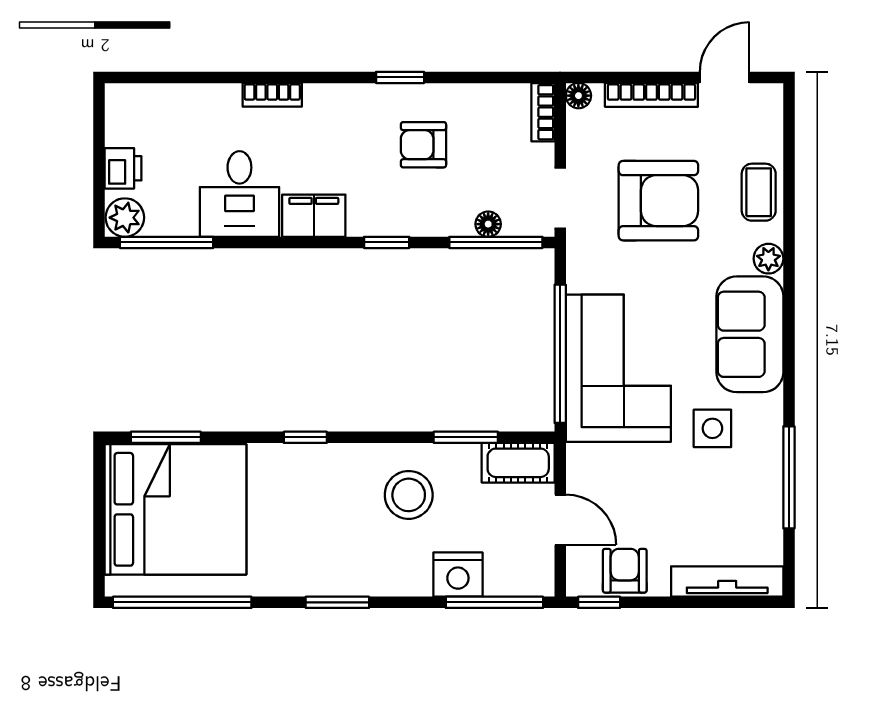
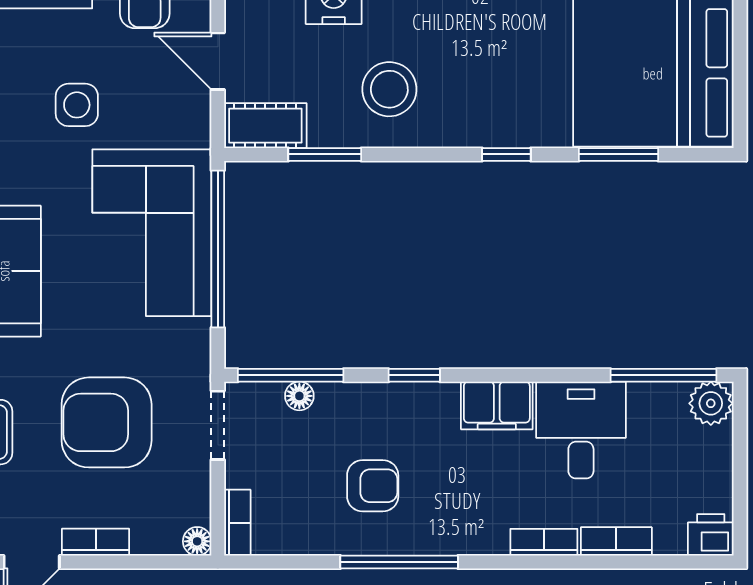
window: (400, 77) -> (399, 562), width x2.17
bookcase: (651, 95) -> (96, 542), width x0.64
bookcase: (208, 96) -> (616, 541), added
printer: (123, 168) -> (711, 535), moved, turned 90
side table: (712, 428) -> (77, 105), moved
window: (166, 437) -> (619, 154), moved

